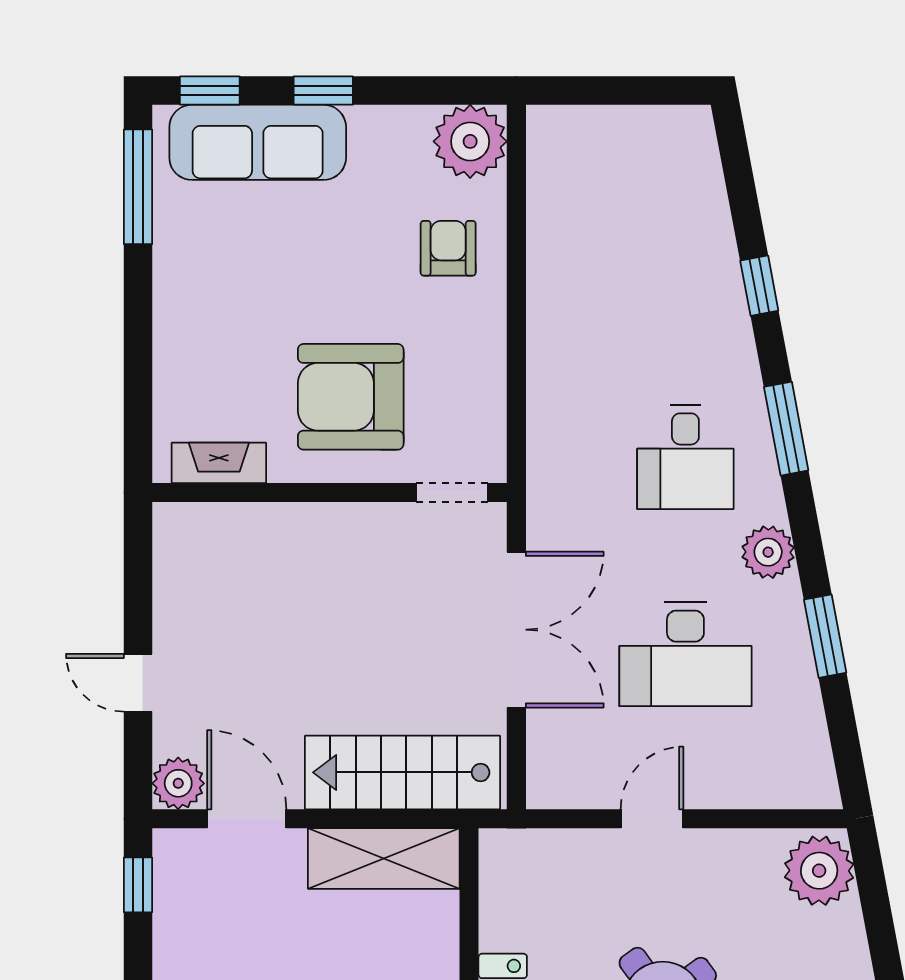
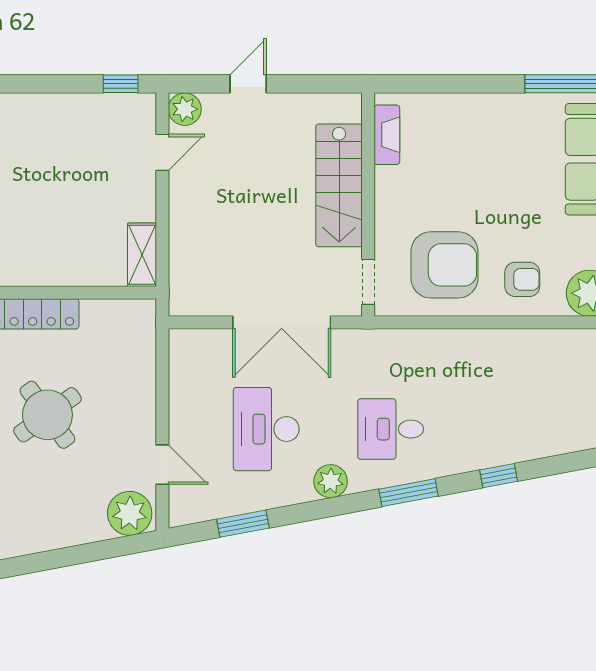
armchair: (351, 397) -> (444, 265), moved, turned 90
window: (825, 636) -> (243, 524), moved
stairs: (403, 772) -> (339, 185), moved, turned 180
door: (247, 819) -> (162, 152), width x0.73
door: (652, 819) -> (162, 465), moved
shelving: (384, 859) -> (142, 255), width x0.67, depth x0.75

